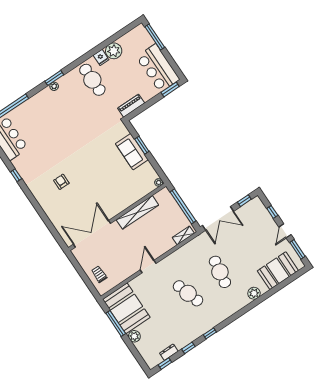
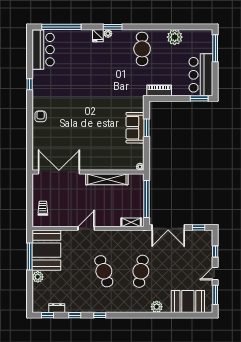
fridge: (101, 57) -> (98, 36), moved
armchair: (61, 182) -> (41, 116), moved

